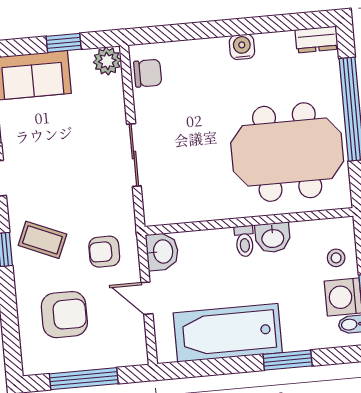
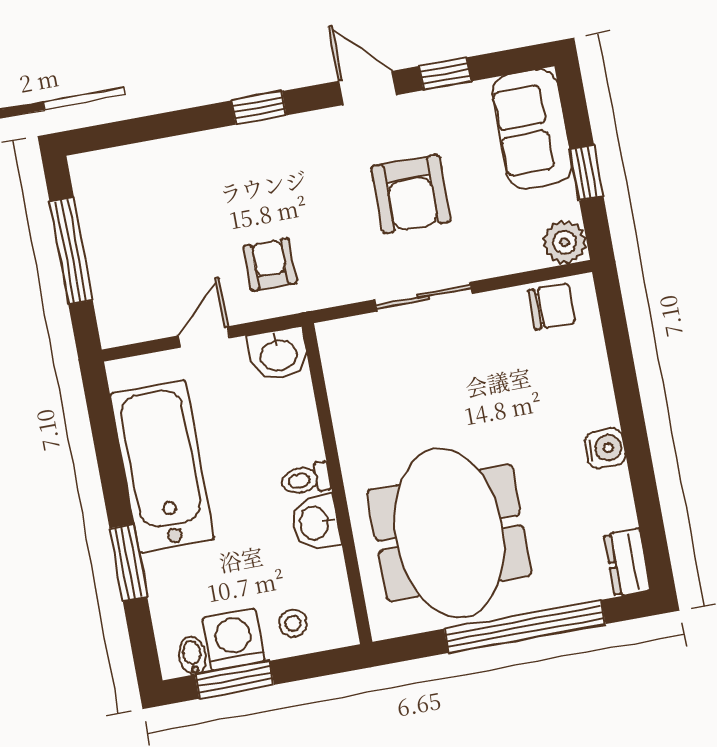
chair: (148, 73) -> (551, 307), turned -90
coffee table: (42, 240) -> (280, 167), removed
armchair: (64, 315) -> (411, 194), moved

